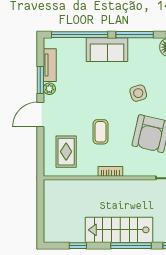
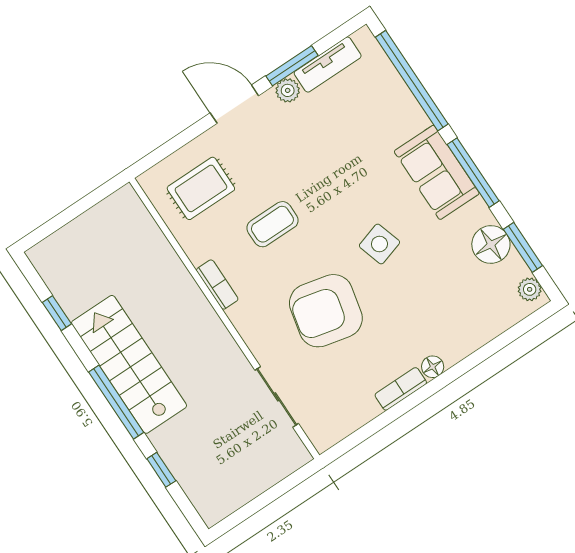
sofa: (107, 50) -> (437, 172), moved

